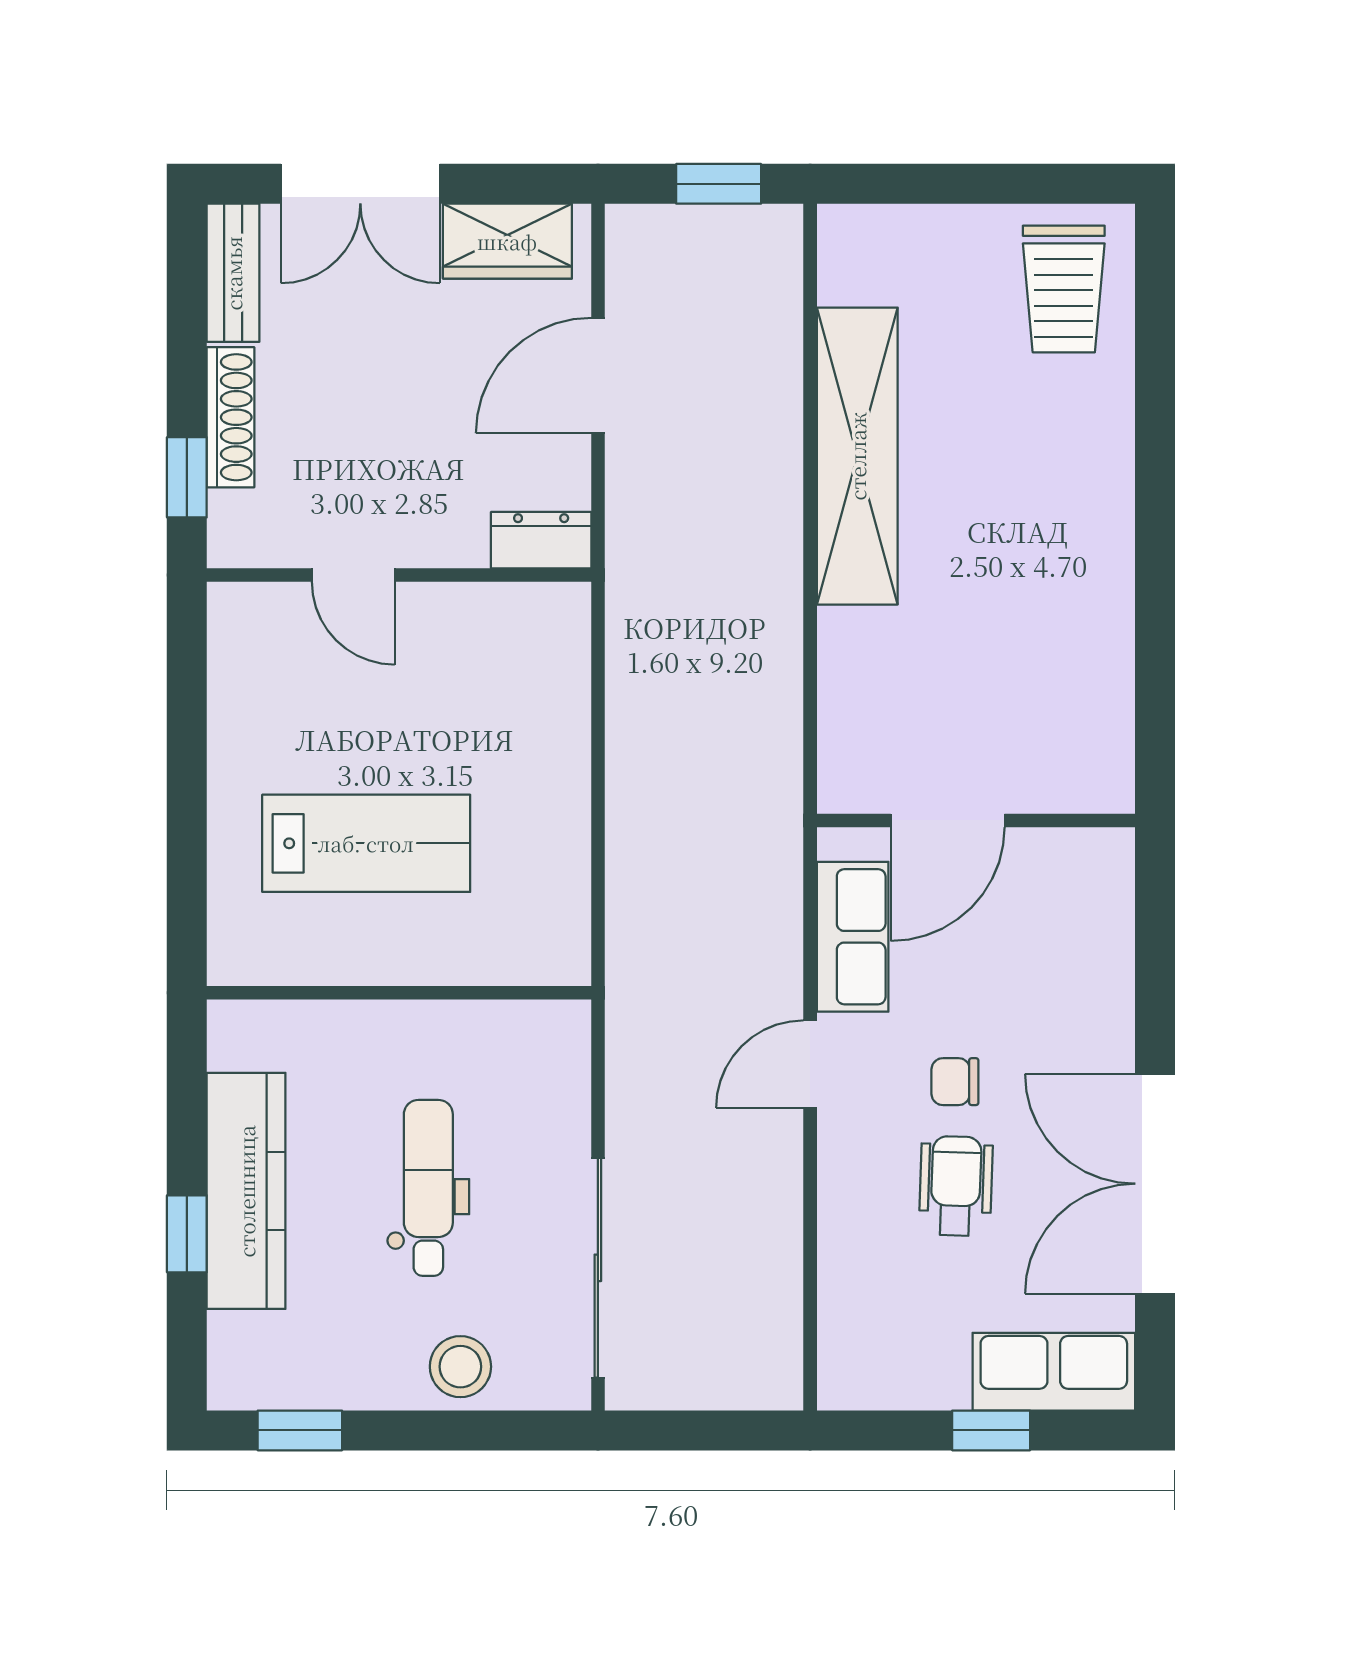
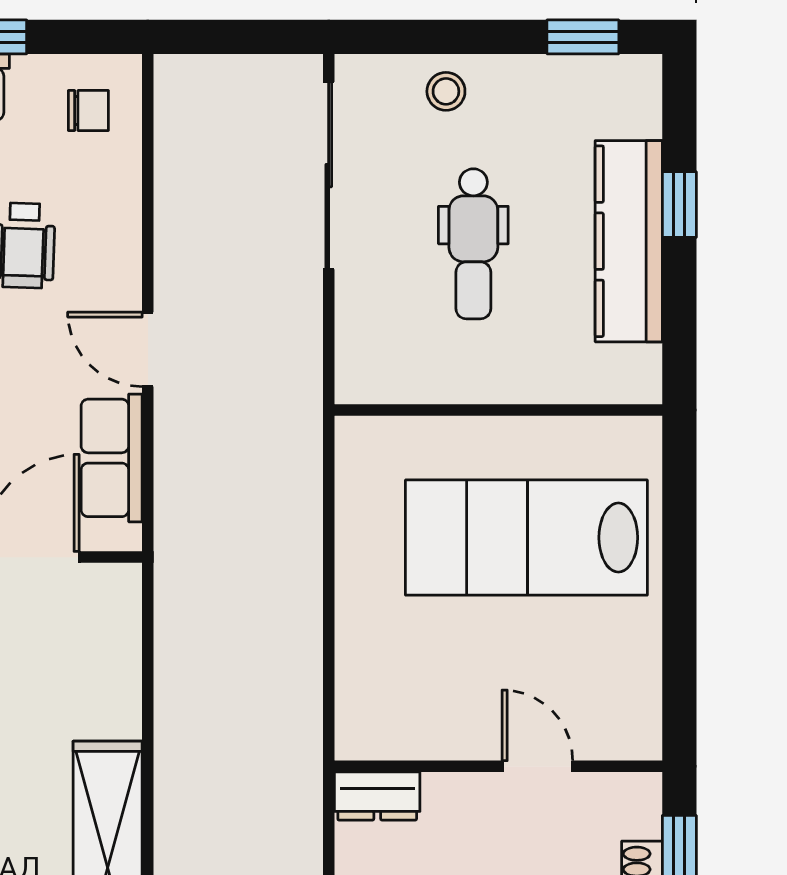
lab bench: (366, 843) -> (526, 538), width x1.36, depth x1.39
door: (810, 1064) -> (148, 349), swing flipped
chair: (955, 1082) -> (88, 110), moved
stool: (460, 1367) -> (446, 91), width x0.73, depth x0.73

